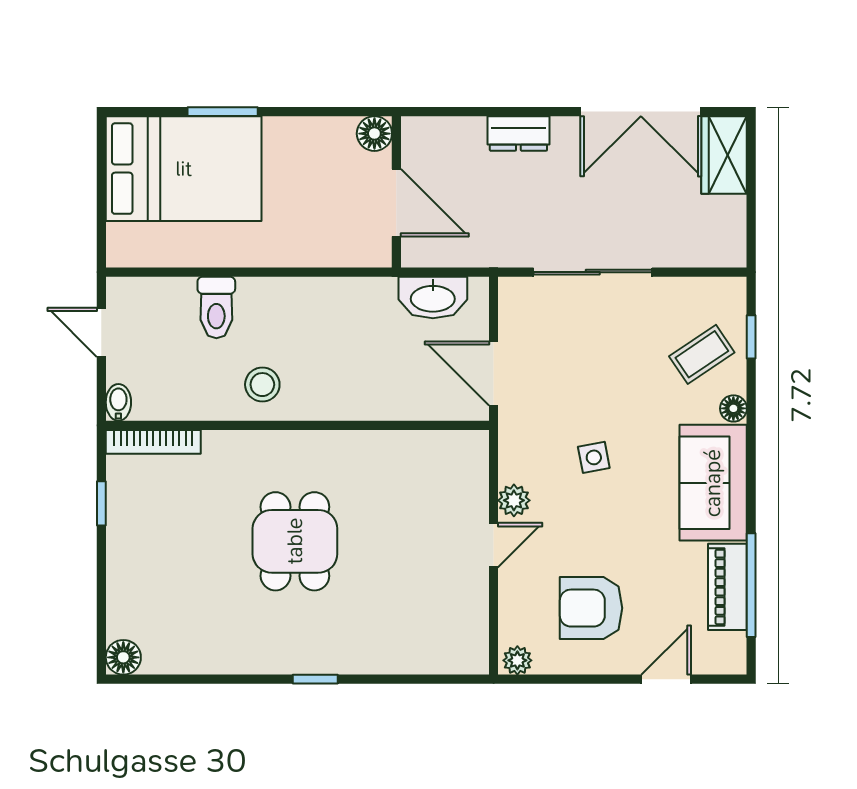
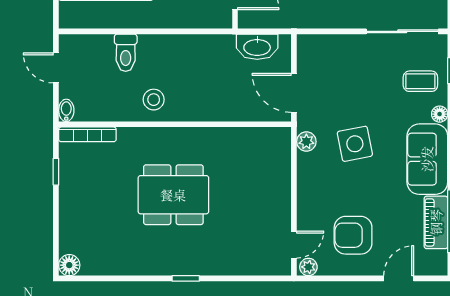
sliding door: (593, 272) -> (402, 31), moved
coffee table: (702, 354) -> (420, 81), turned 34
side table: (594, 457) -> (355, 144), width x1.87, depth x1.87
plant: (514, 500) -> (306, 142), moved
dining table: (295, 541) -> (173, 195), width x1.38
door: (494, 545) -> (294, 245), moved

